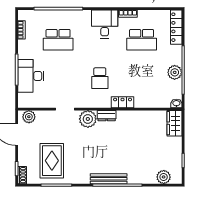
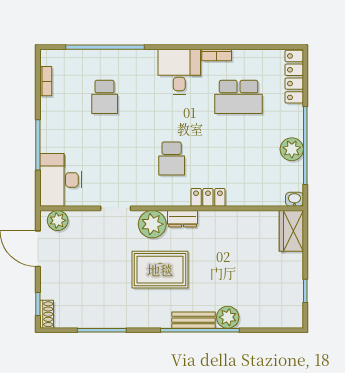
school desk: (58, 40) -> (105, 97), width x0.54
desk: (31, 76) -> (61, 180), moved
rug: (52, 161) -> (160, 270), moved, turned 90
plant: (164, 177) -> (228, 317), moved
bench: (109, 179) -> (193, 320), width x0.73

